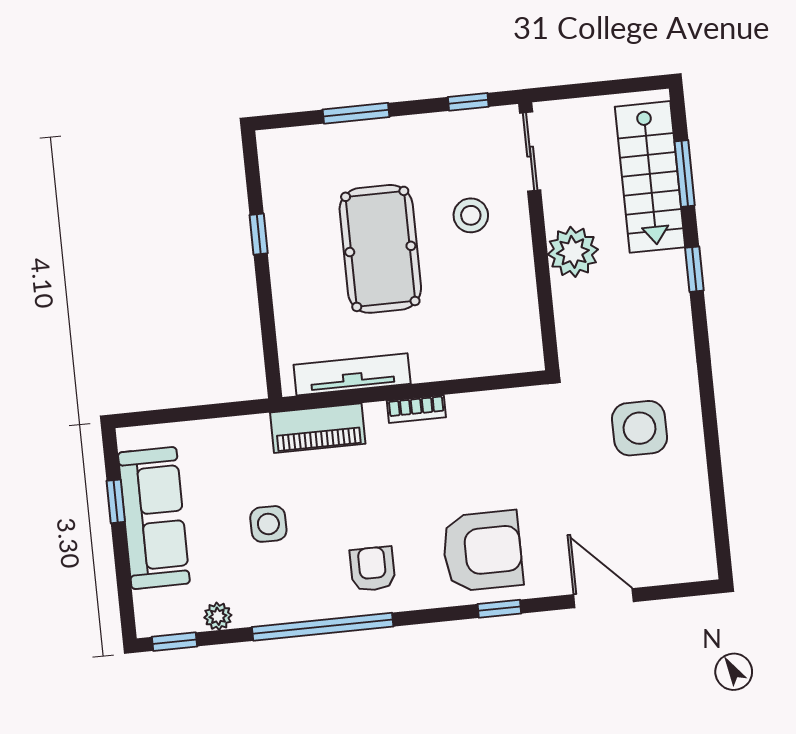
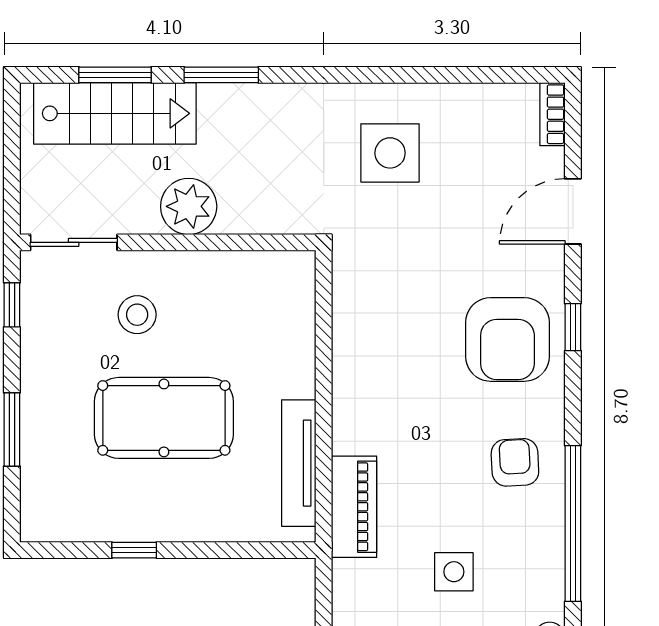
window: (694, 269) -> (221, 75), width x1.50
bookcase: (416, 409) -> (552, 114), moved, turned 180
armchair: (482, 551) -> (507, 339), turned 180
armchair: (372, 569) -> (515, 462), turned 87

